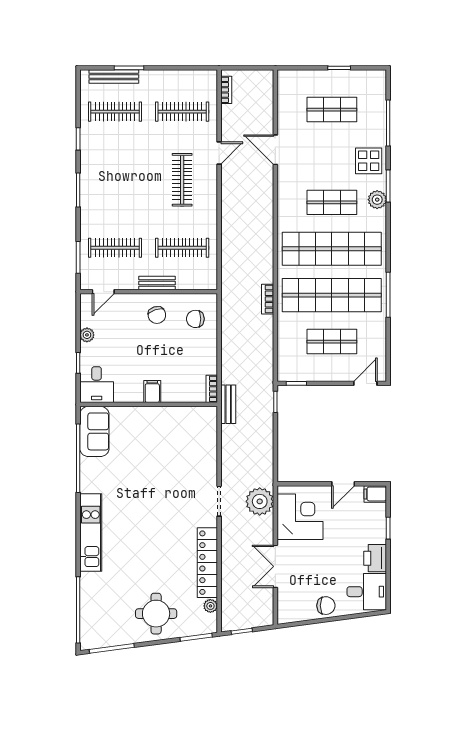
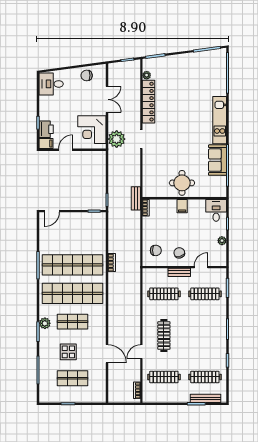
display table: (369, 161) -> (68, 352), moved
door: (103, 292) -> (201, 267), moved
shop shelf: (332, 342) -> (72, 237), removed
sofa: (94, 431) -> (217, 160), moved
printer: (375, 558) -> (46, 129), moved
chair: (326, 606) -> (87, 75), moved
round table: (156, 614) -> (182, 183), moved

